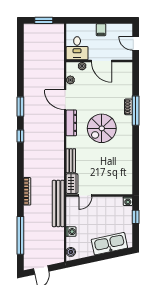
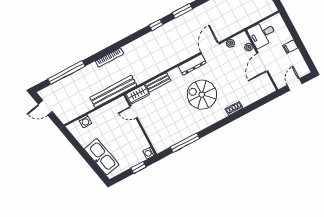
window: (136, 111) -> (185, 143), moved
washing machine: (71, 232) -> (85, 121), moved
boiler: (71, 252) -> (76, 126), removed

